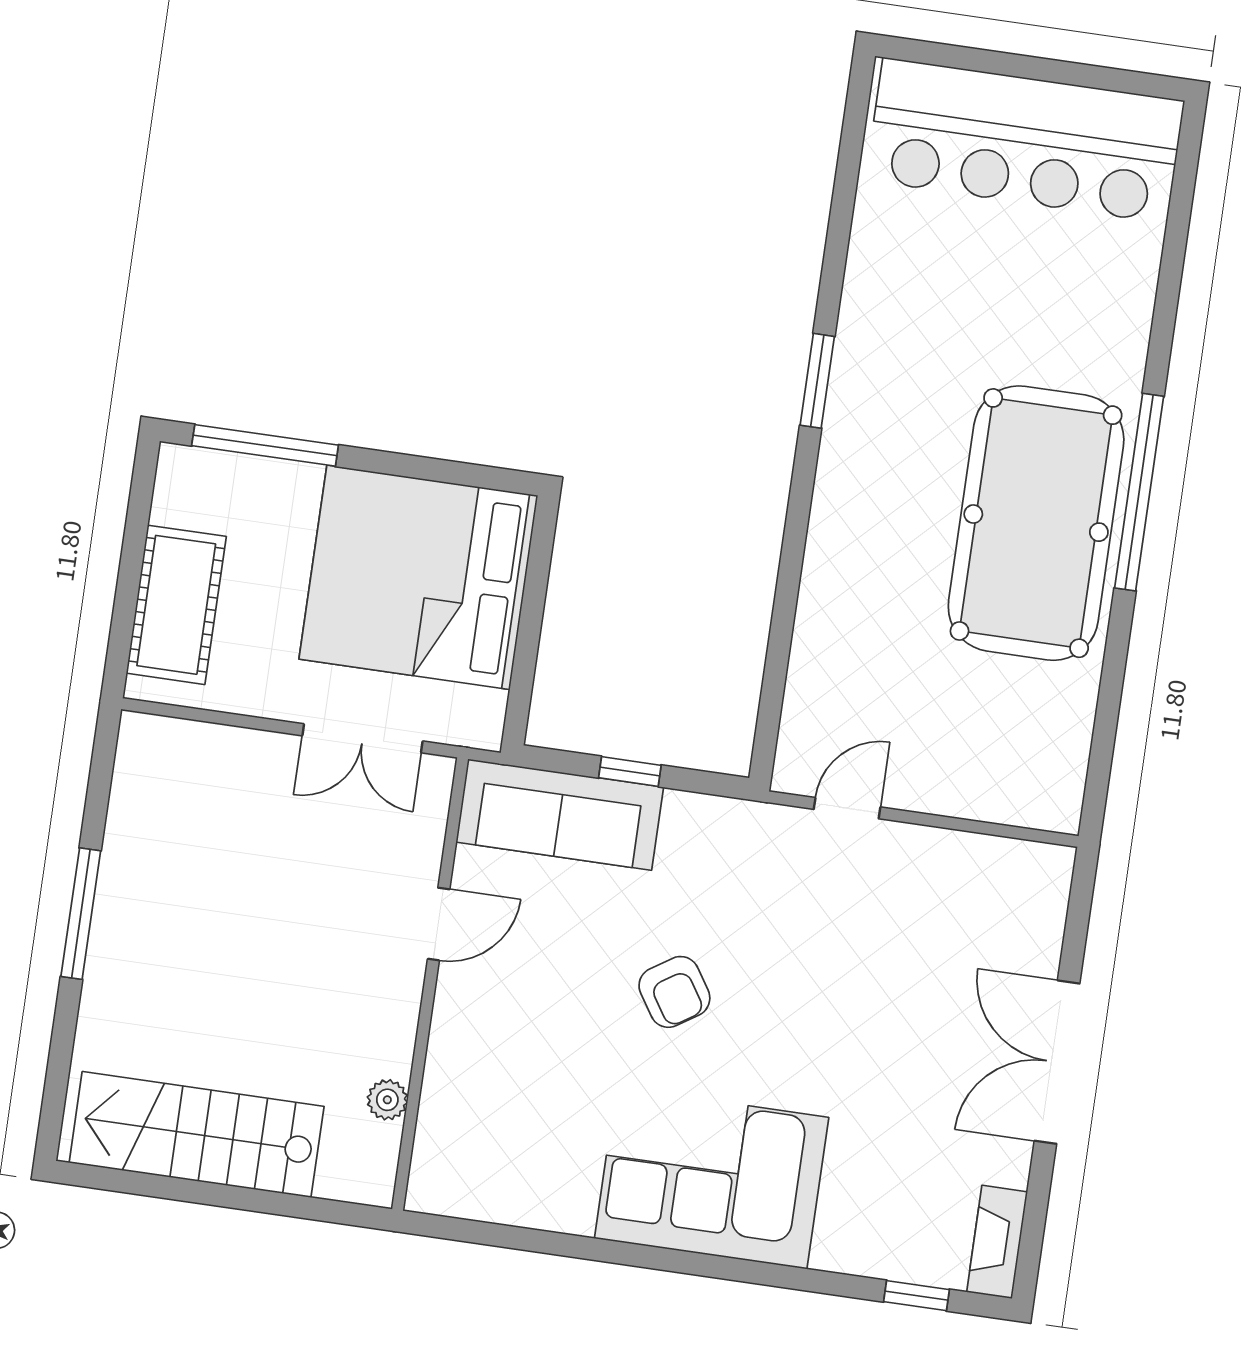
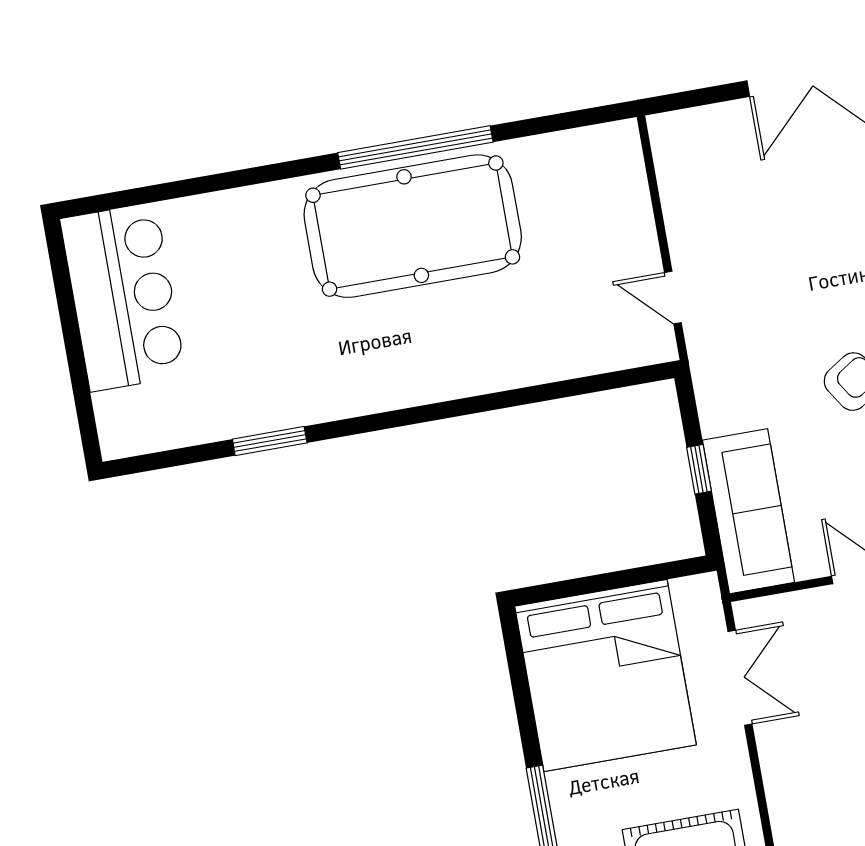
bar counter: (1025, 140) -> (123, 297), width x0.73
window: (817, 381) -> (270, 441), moved
window: (1139, 492) -> (415, 147), moved

